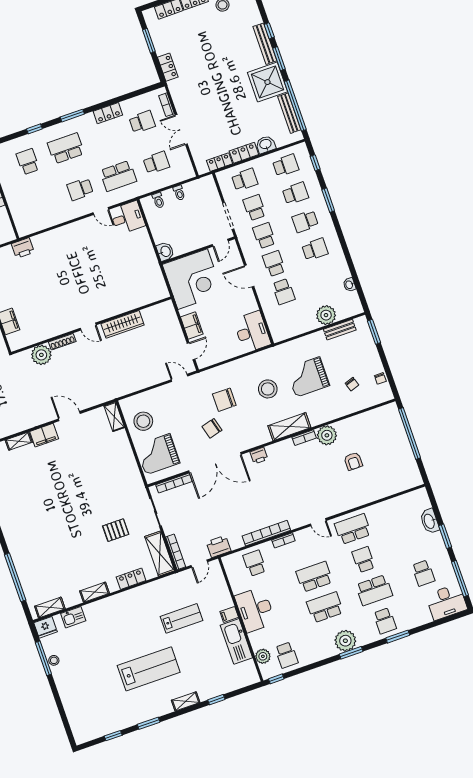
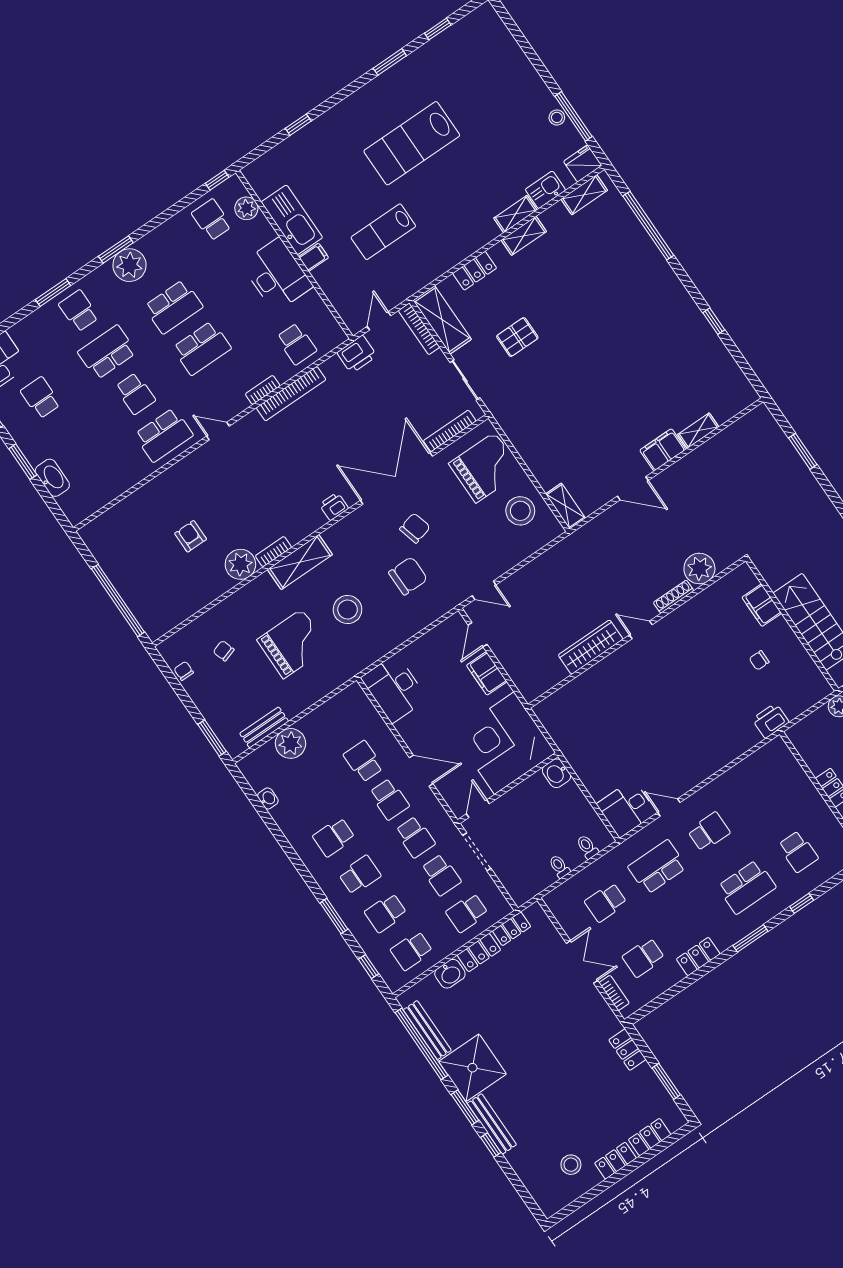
chair: (20, 288) -> (759, 660), added
shelving: (186, 701) -> (515, 214), moved

